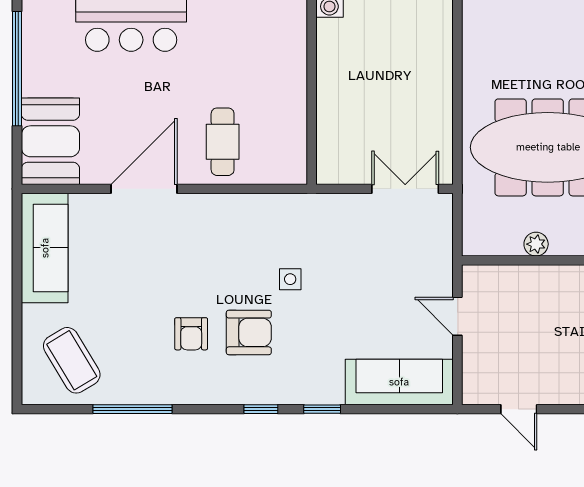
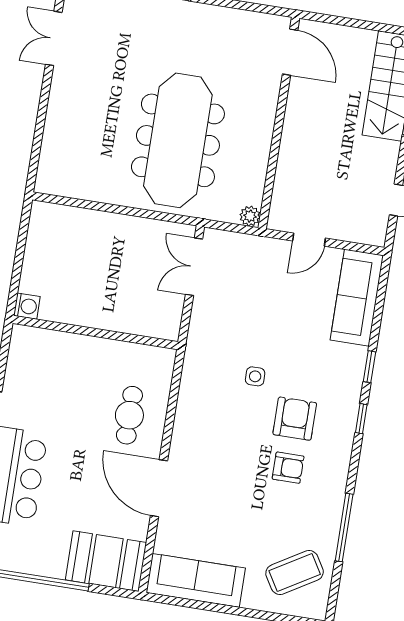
cafe table: (223, 142) -> (129, 415), turned 90
plant: (536, 244) -> (250, 216), moved

